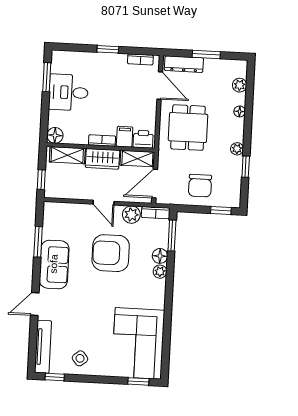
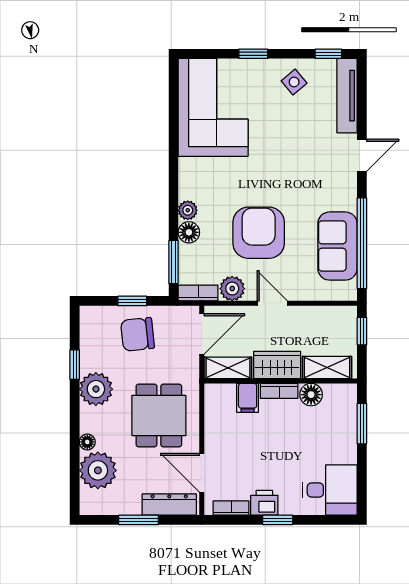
window: (47, 77) -> (362, 424), moved
plant: (240, 85) -> (98, 470), width x1.88, depth x1.88
desk: (68, 92) -> (330, 490), moved
floor lamp: (55, 135) -> (311, 395), moved
printer: (143, 139) -> (264, 503), moved, turned 180
plant: (237, 149) -> (96, 389), width x1.87, depth x1.87
chair: (200, 186) -> (138, 334), turned -96
window: (221, 210) -> (132, 301), moved
window: (38, 242) -> (362, 243), width x2.11
armchair: (111, 253) -> (259, 233), turned -90
sofa: (54, 264) -> (337, 246), moved
window: (138, 381) -> (253, 54), moved

